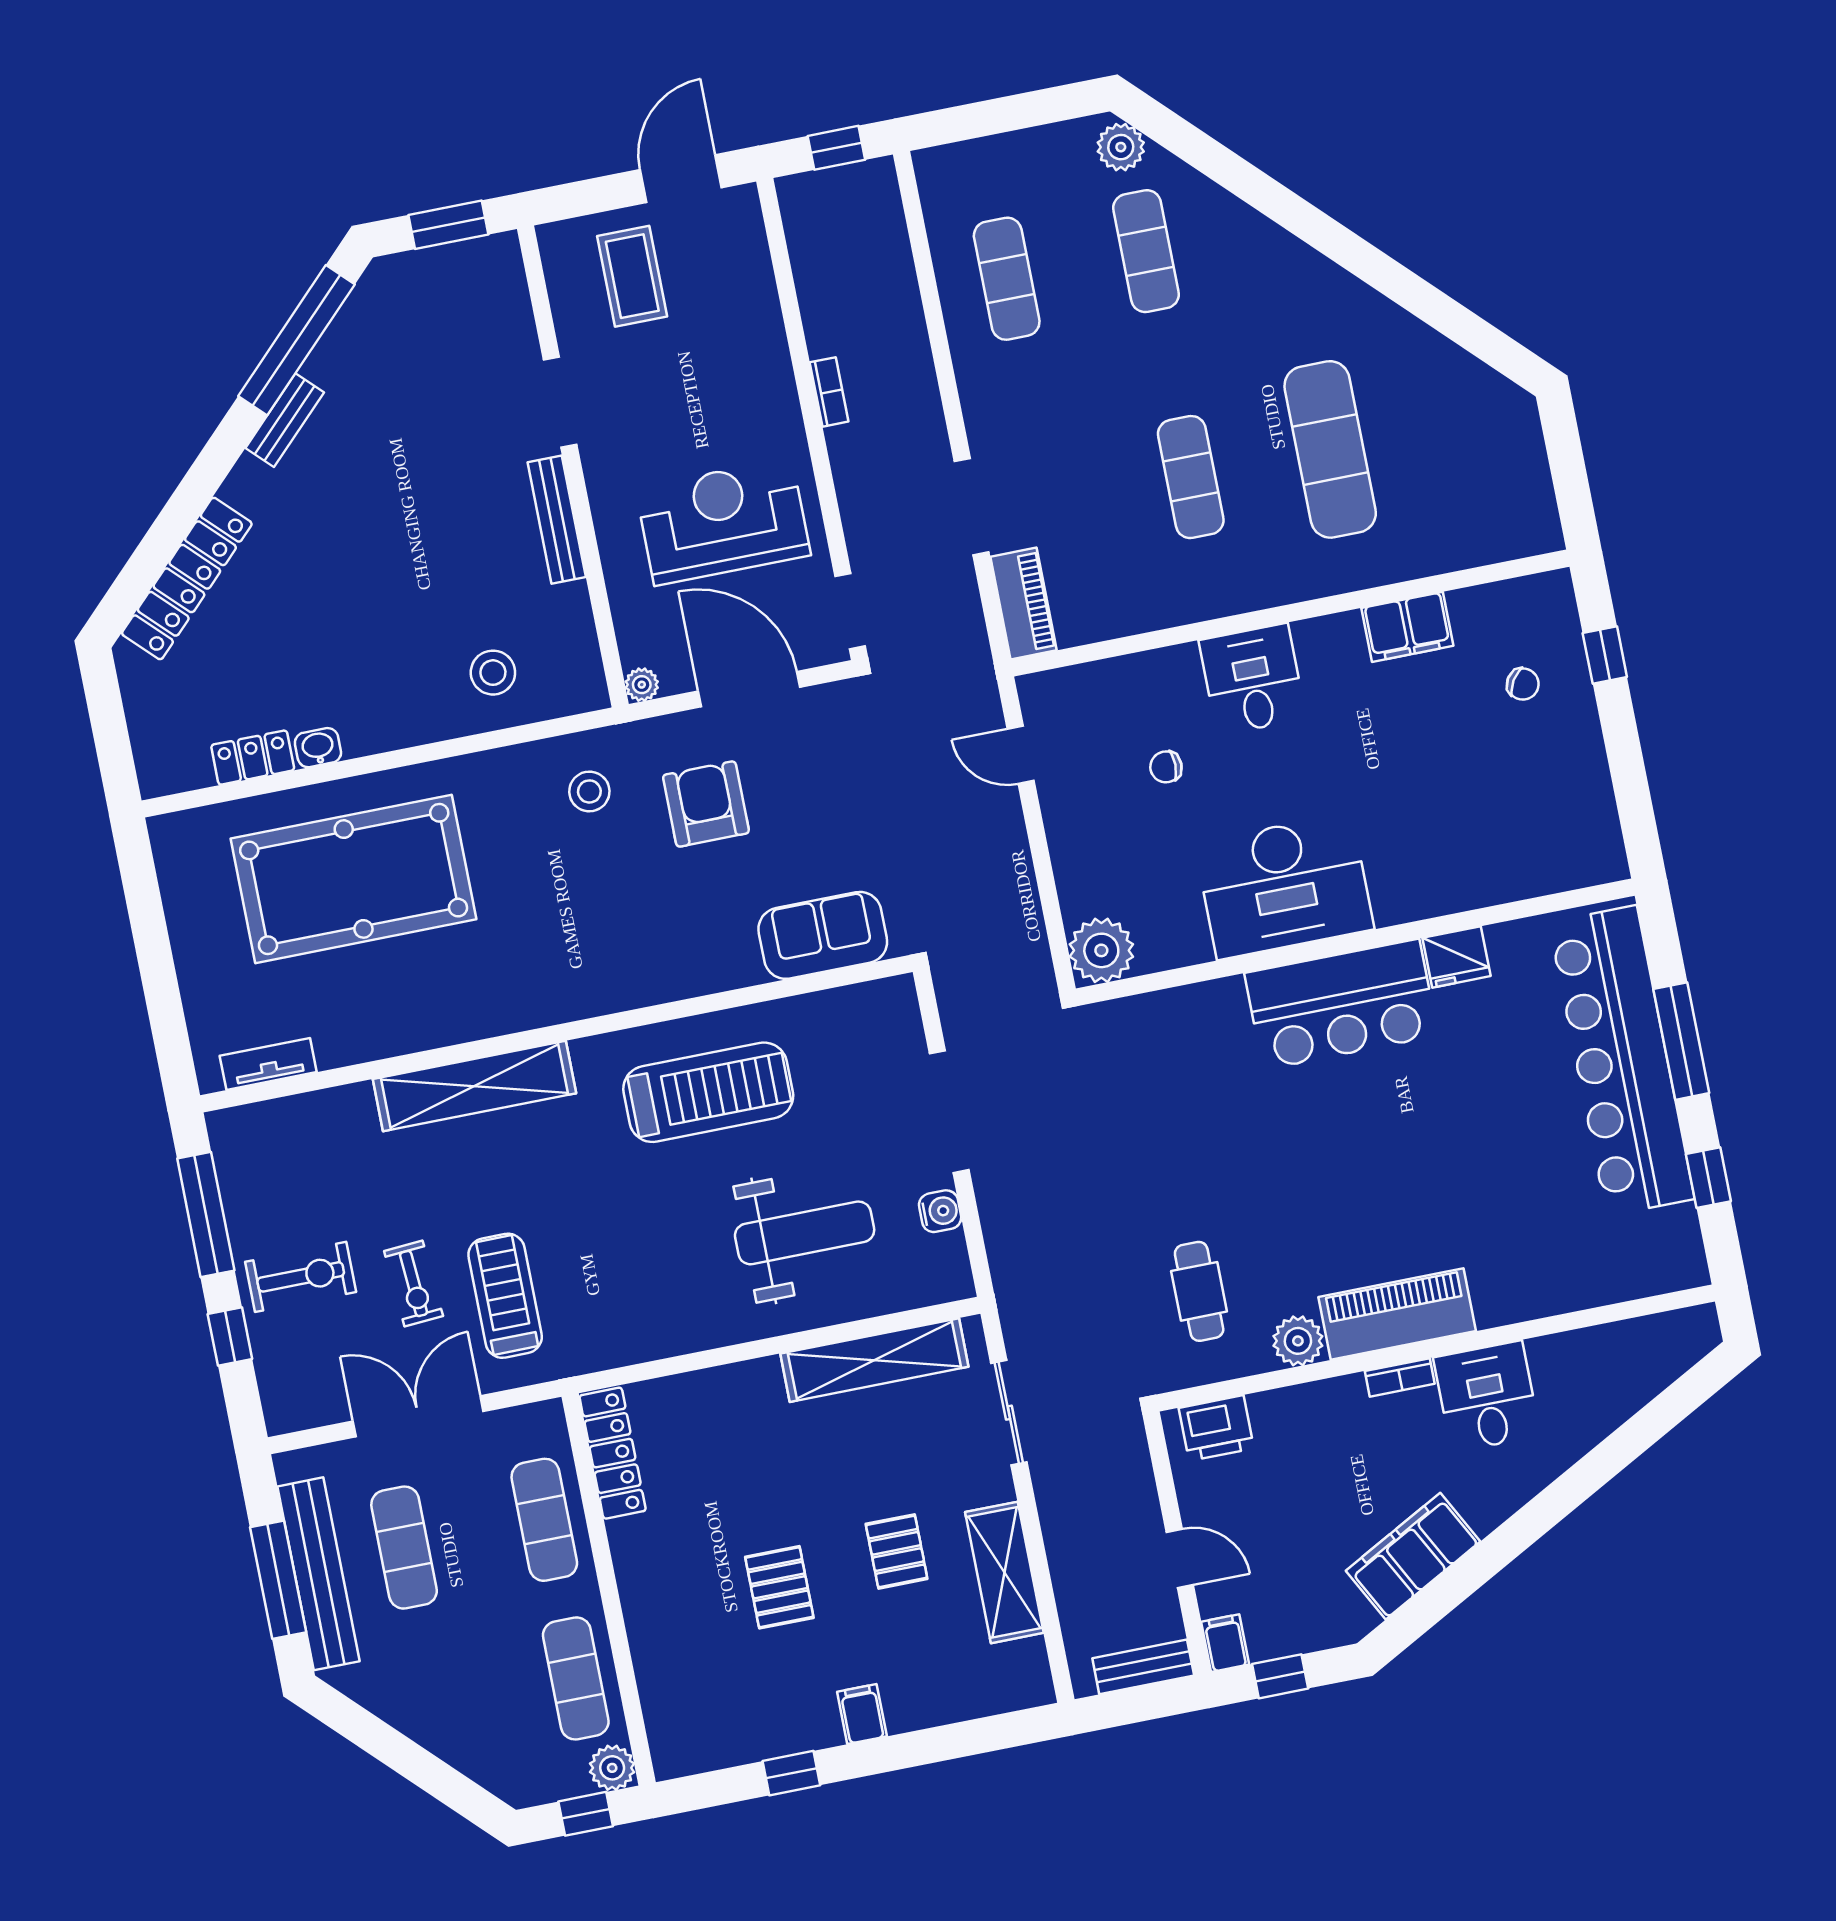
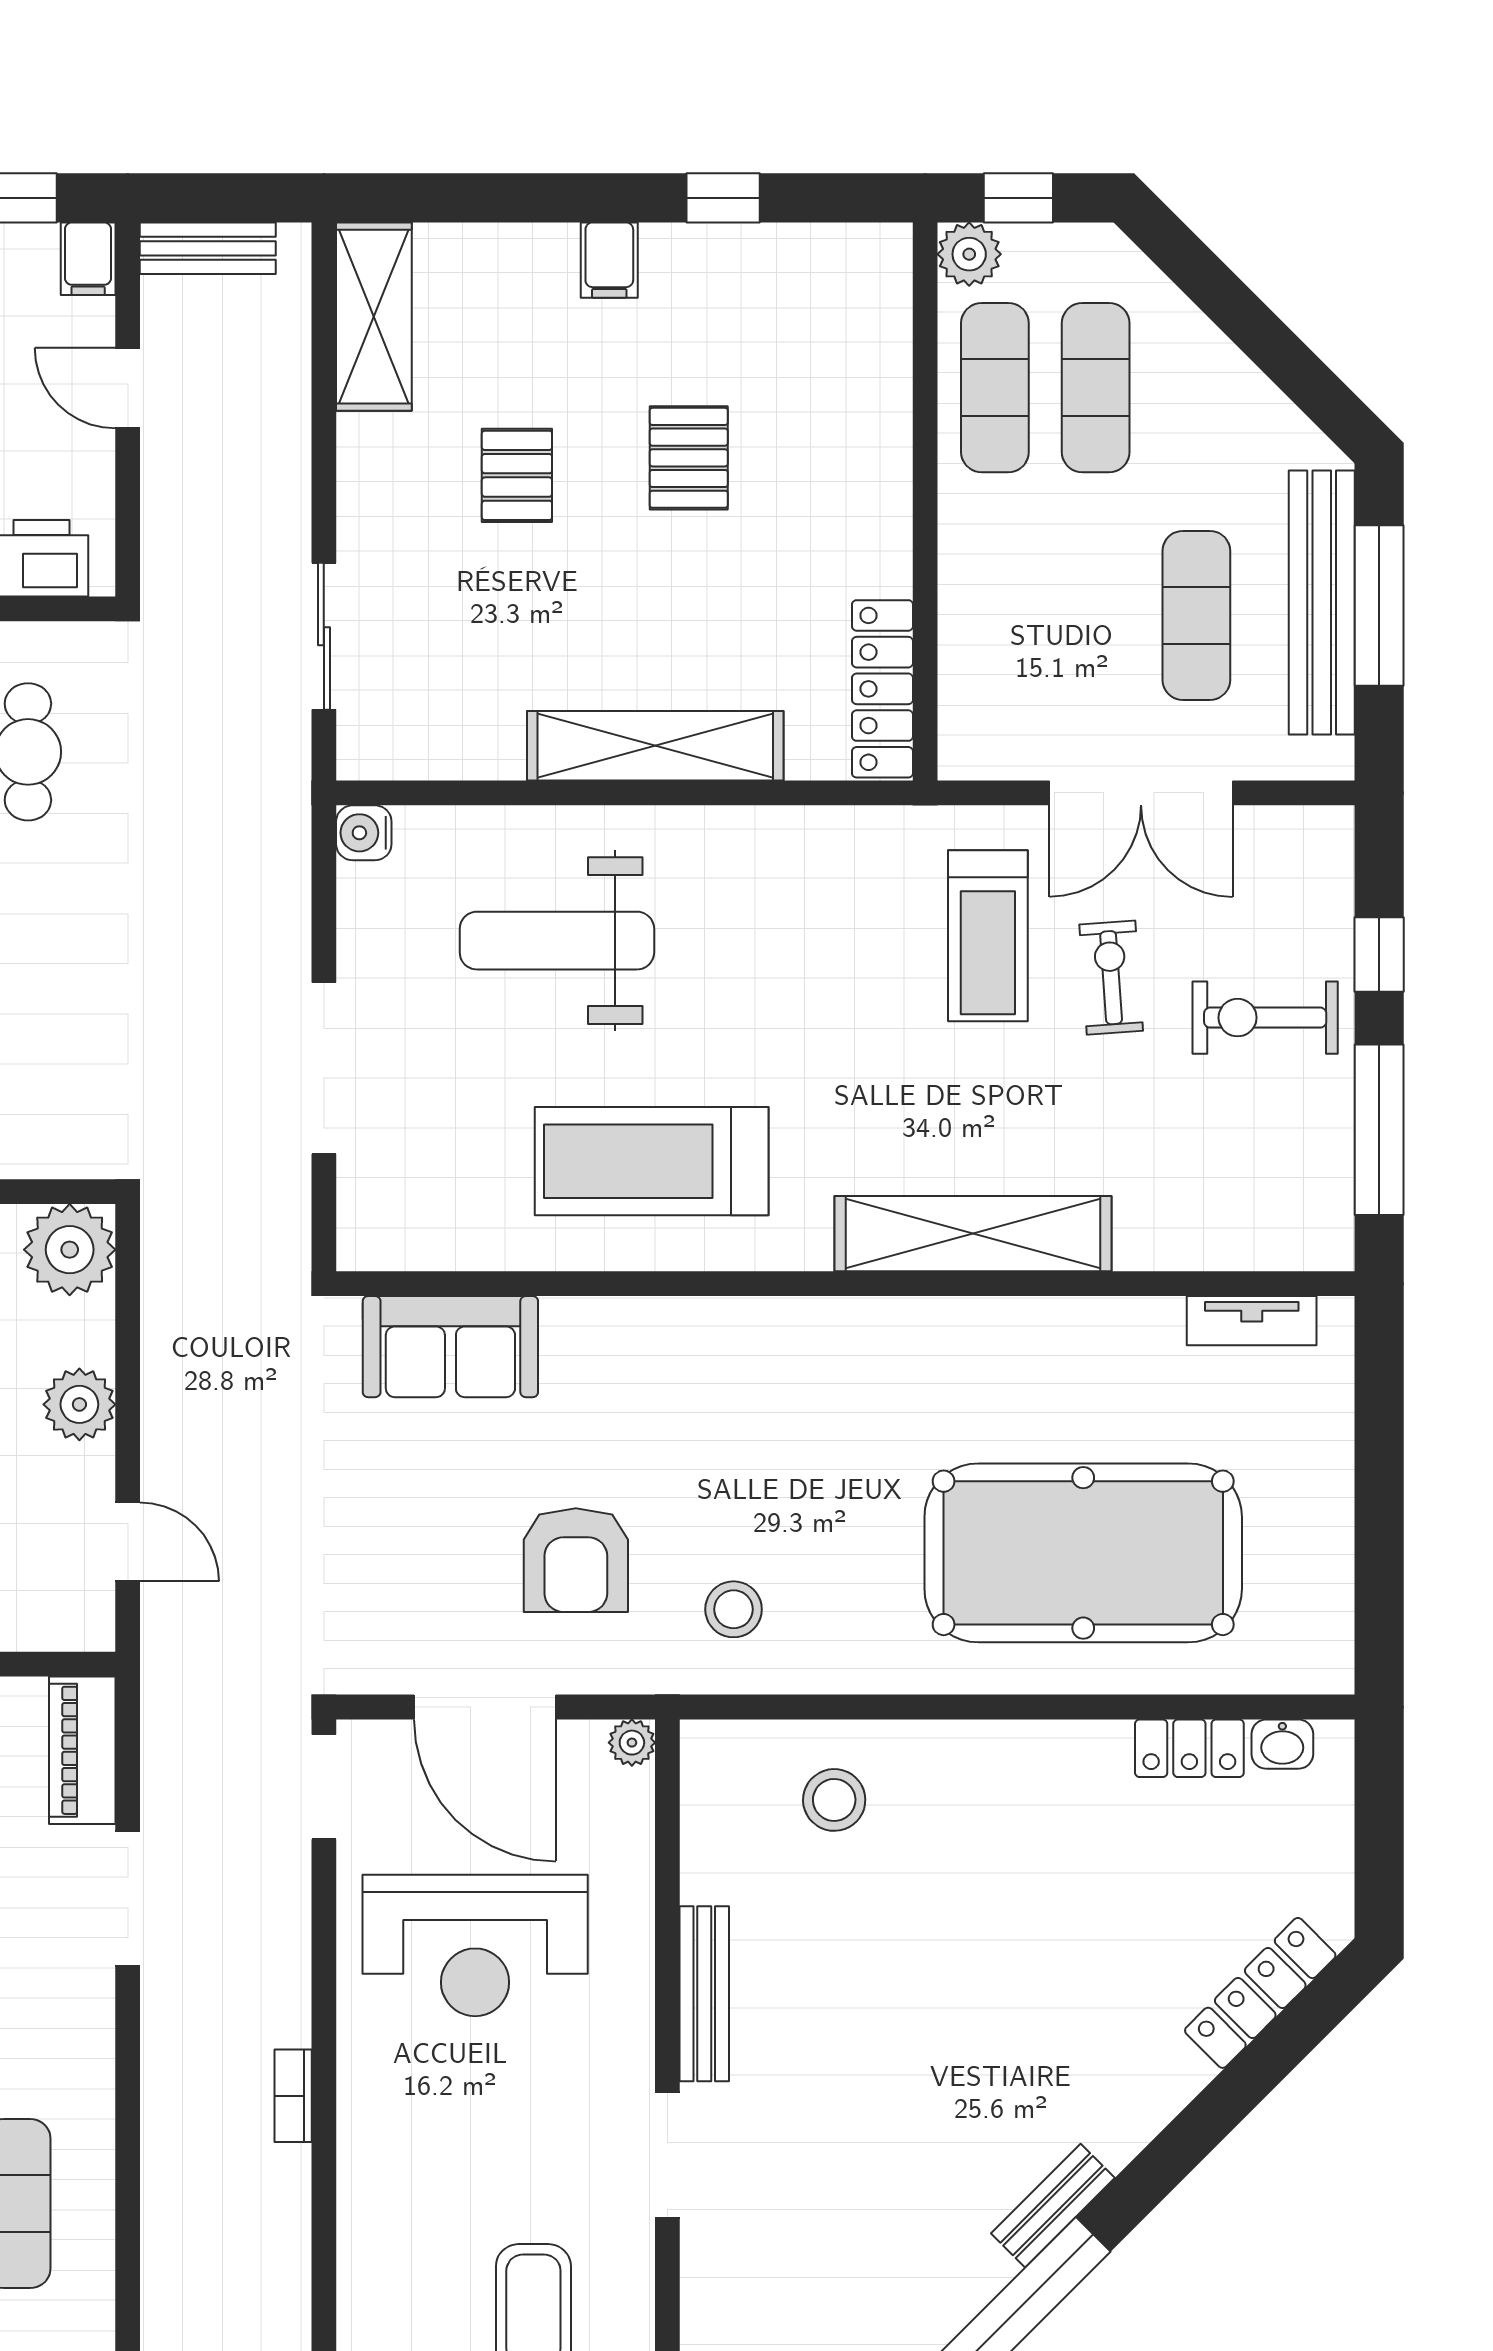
locker: (187, 579) -> (1260, 1993), width x0.71, depth x0.83
washbasin: (318, 748) -> (1282, 1744), moved
plant: (1073, 844) -> (79, 1404), added
water cooler: (940, 1211) -> (364, 833), moved
shelving: (874, 1360) -> (655, 746), moved
exercise mat: (544, 1520) -> (1096, 388), moved
shelving: (1004, 1572) -> (374, 317), moved

